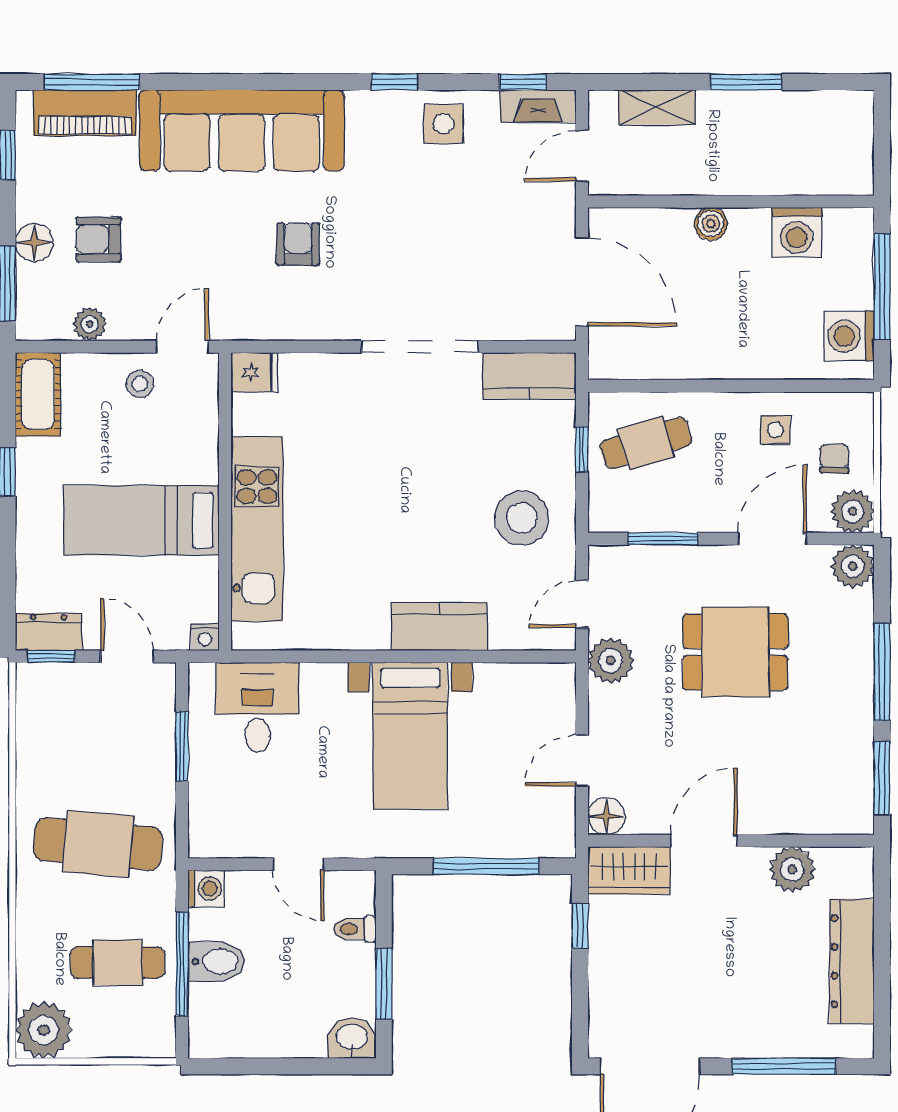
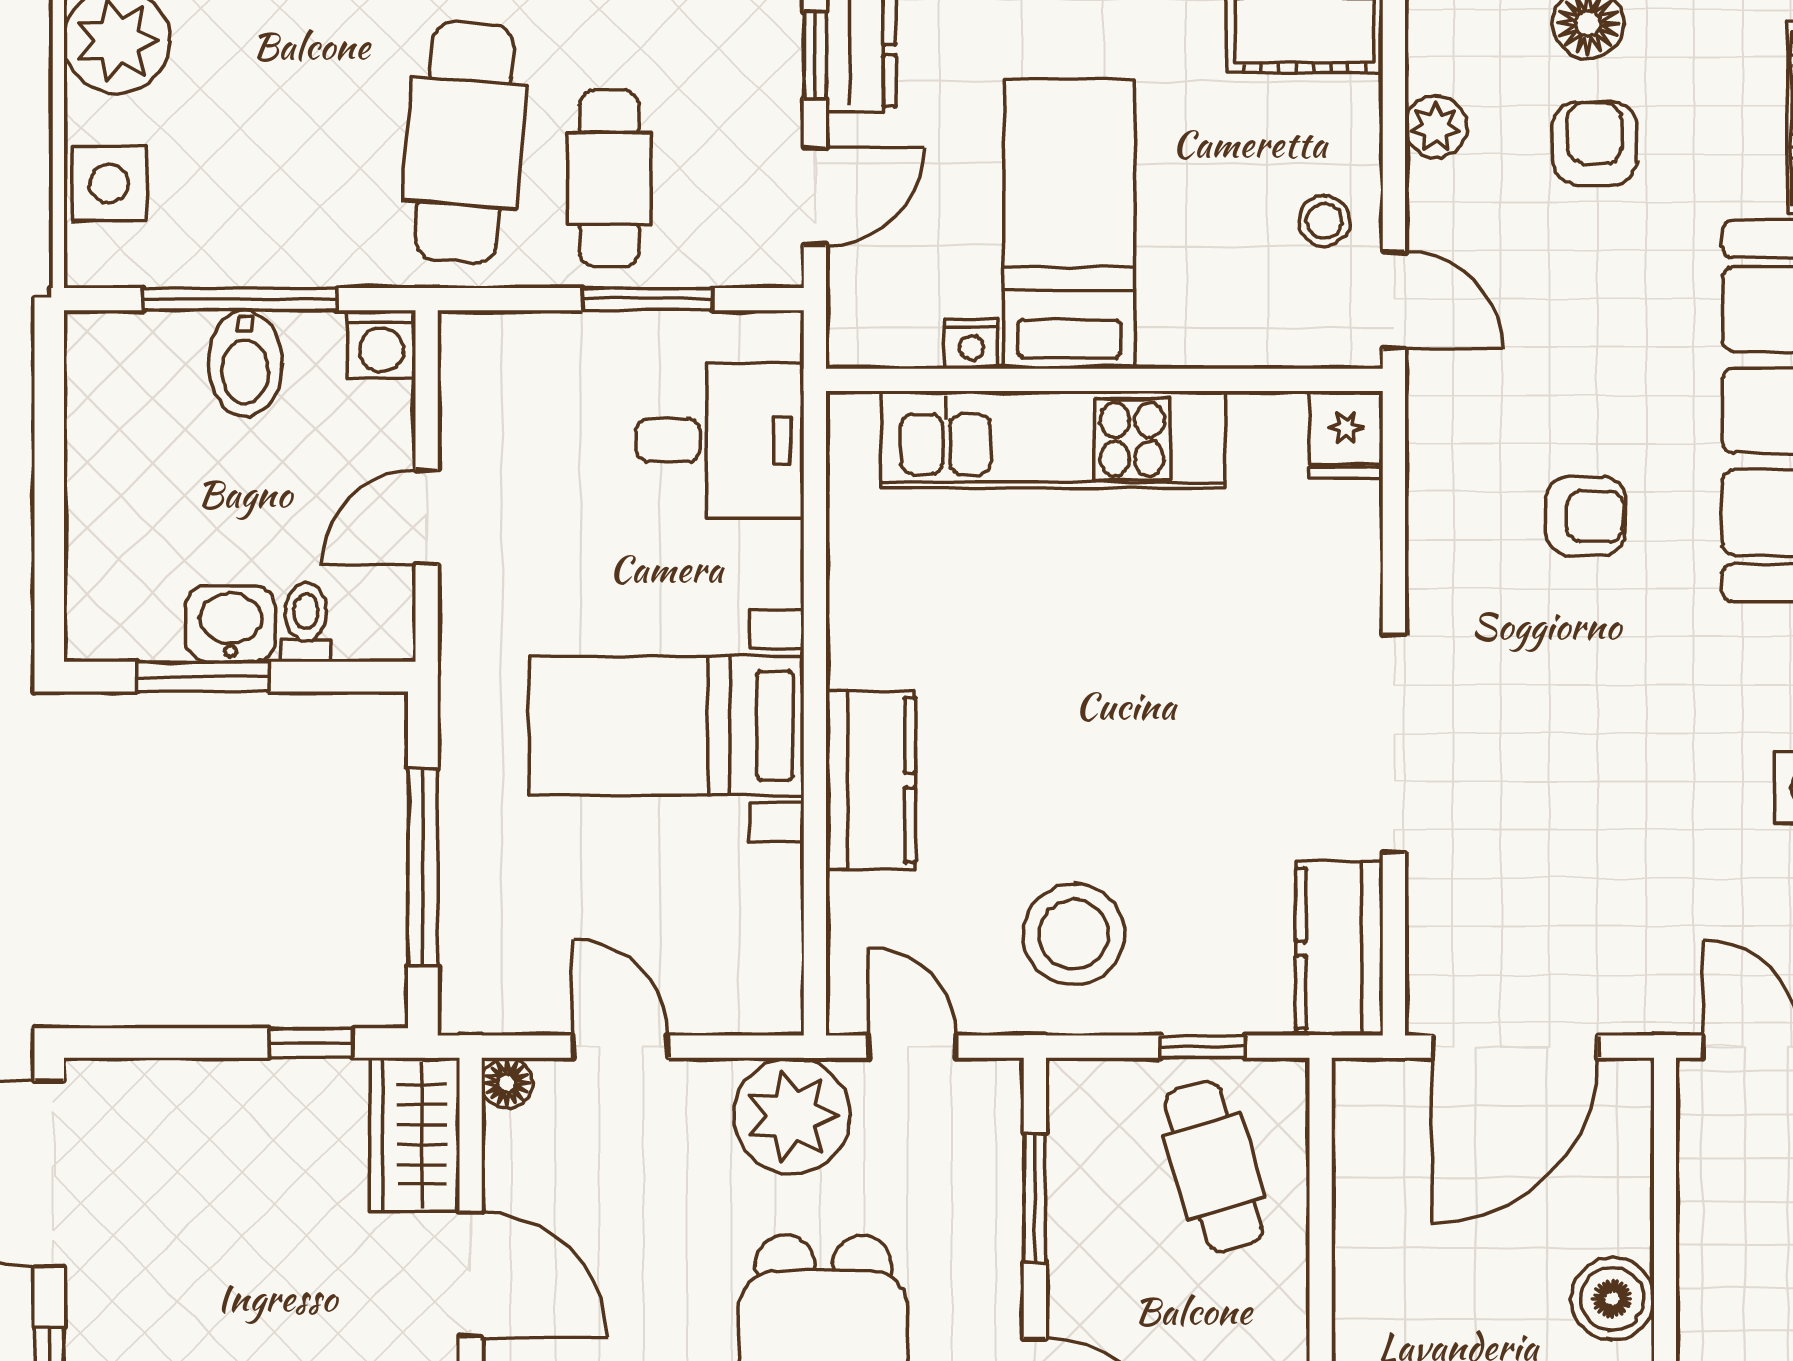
boiler: (711, 224) -> (1612, 1299), width x1.36, depth x1.36
nightstand: (205, 637) -> (972, 344), moved, turned -90
plant: (611, 660) -> (792, 1116), width x1.36, depth x1.36
floor lamp: (606, 816) -> (507, 1083), width x0.73, depth x0.73
cafe table: (118, 963) -> (609, 178), moved
side table: (120, 1034) -> (109, 184), added
washbasin: (352, 1038) -> (230, 624), moved, turned -90

